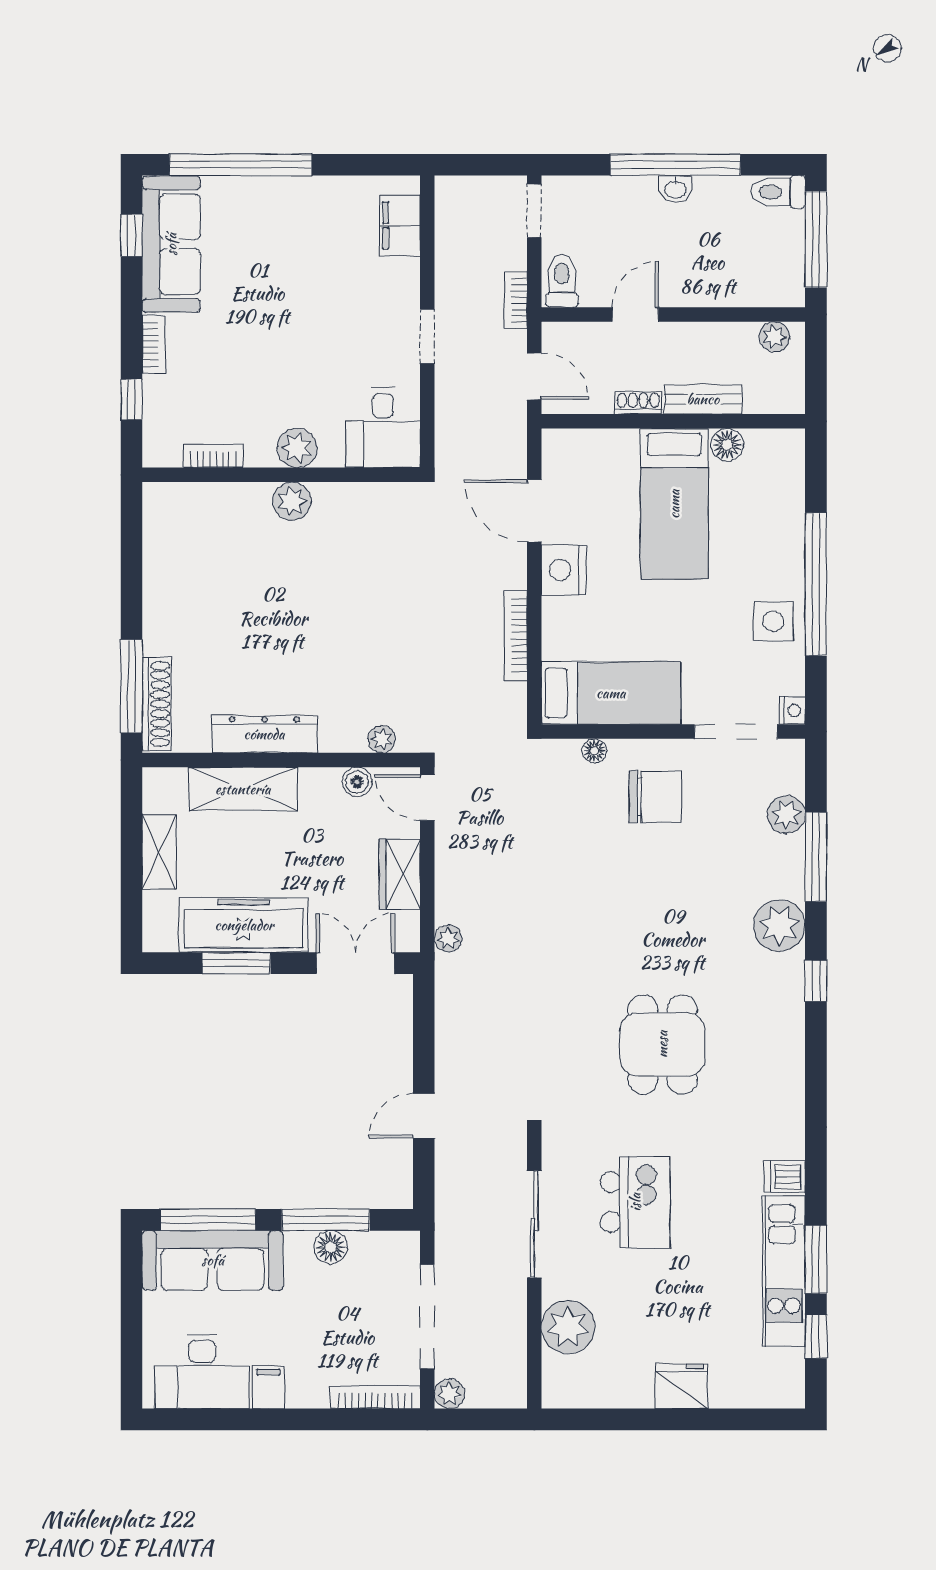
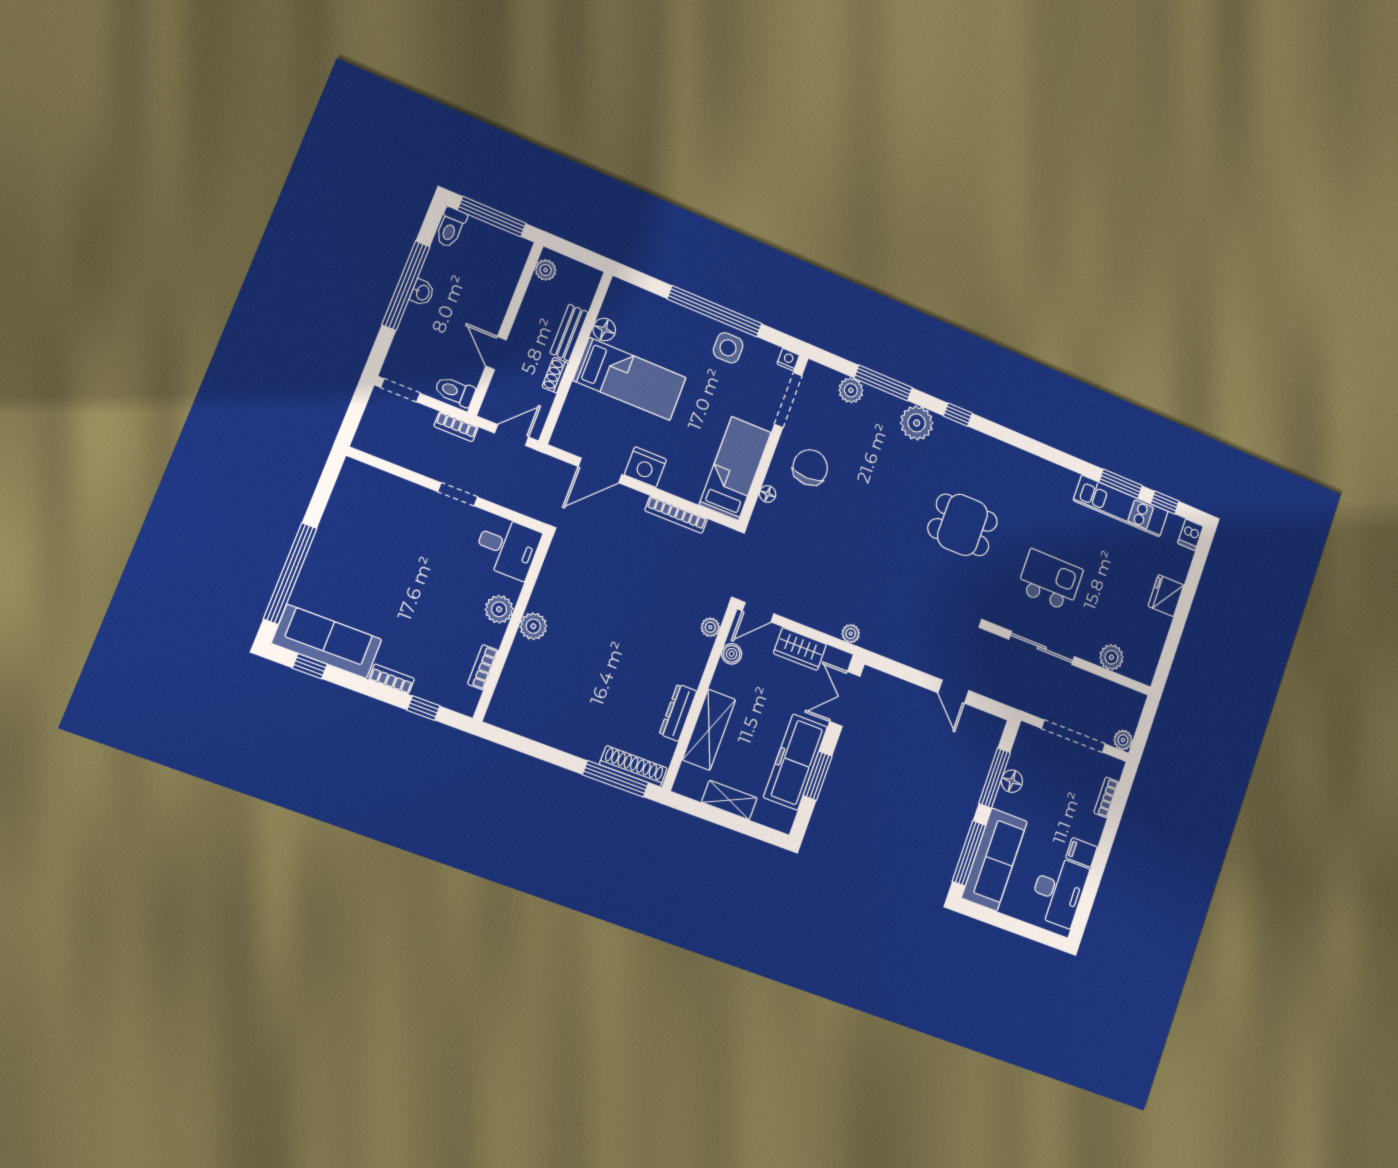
filing cabinet: (400, 225) -> (375, 483), removed
dresser: (264, 734) -> (678, 713), width x0.73, depth x0.80
dishwasher: (785, 1177) -> (1190, 535), moved
plant: (568, 1327) -> (1111, 657), width x0.73, depth x0.73
bookcase: (375, 1397) -> (1106, 797), width x0.64

